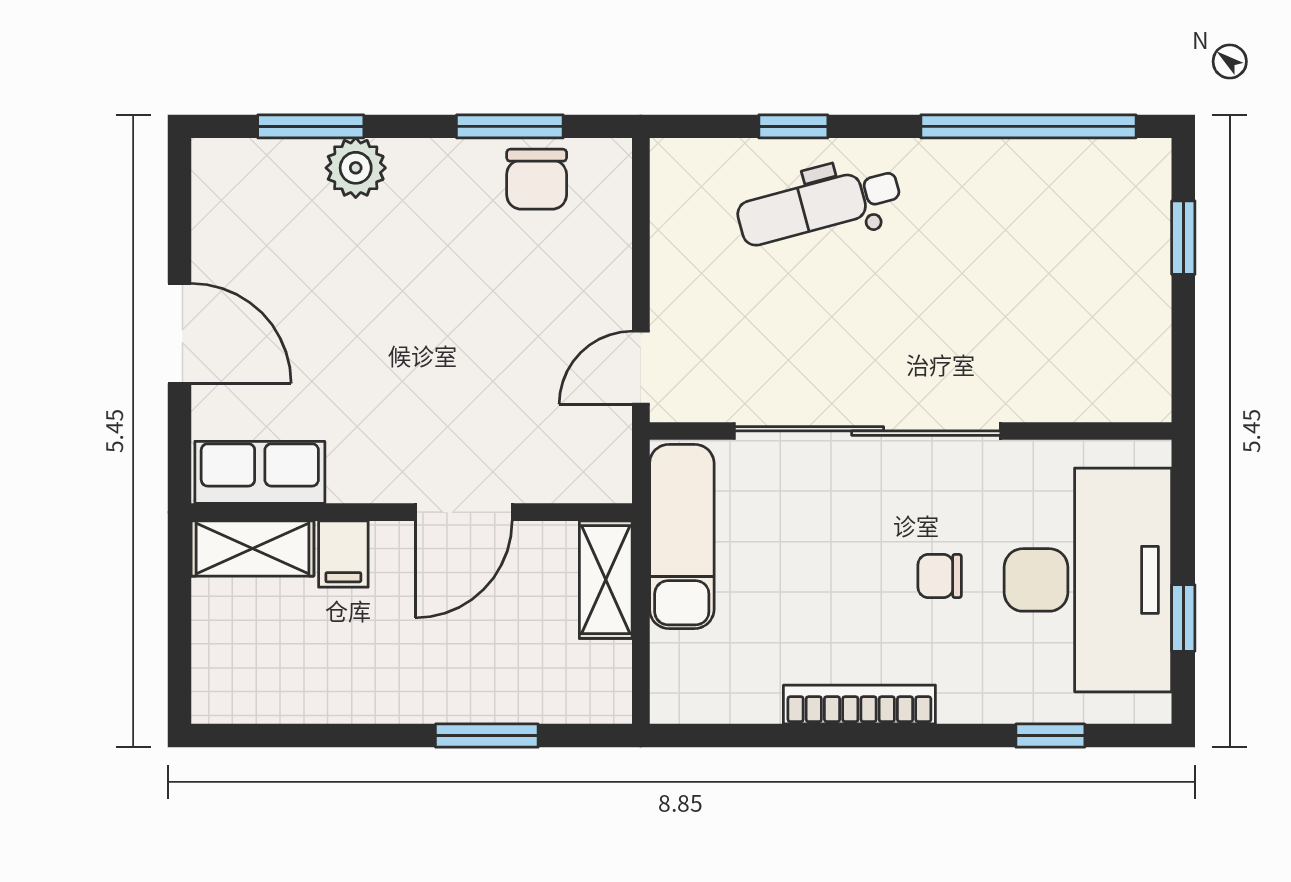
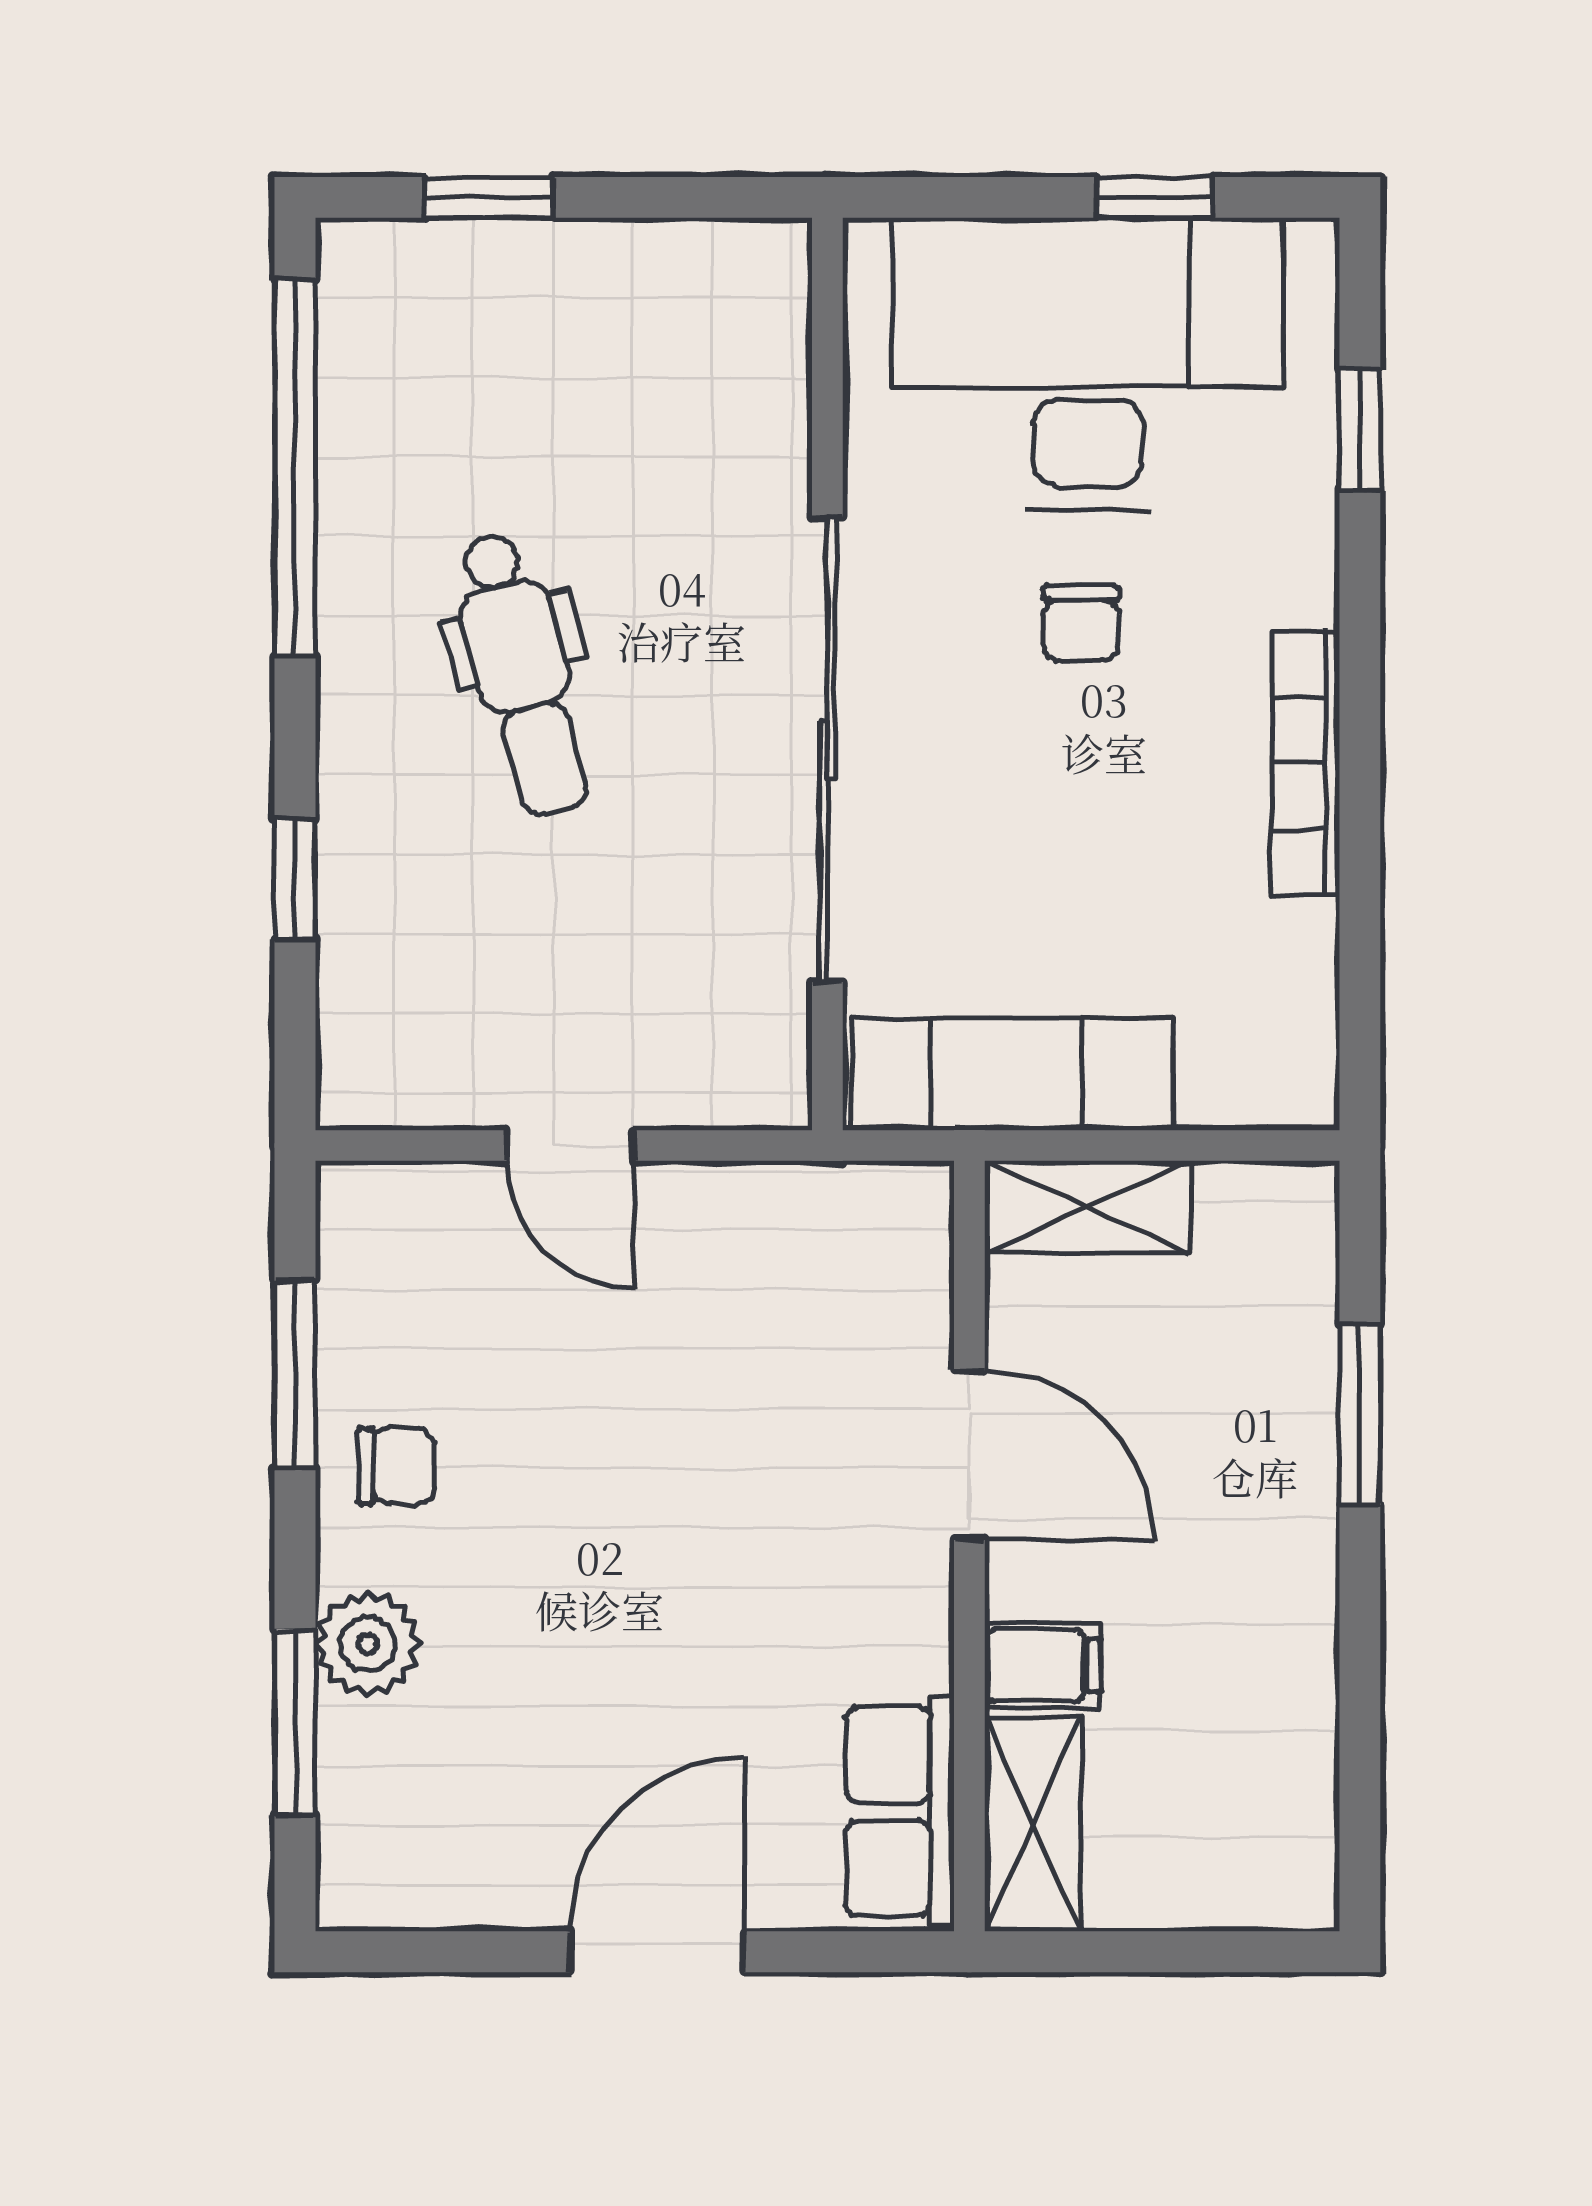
chair: (537, 179) -> (396, 1466), moved, width x0.73, depth x0.73
dental chair: (819, 205) -> (522, 674), moved
door: (641, 368) -> (570, 1146), moved

